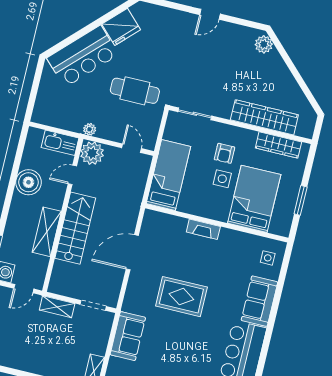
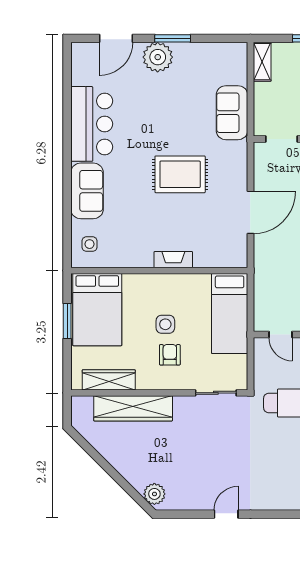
bed: (254, 199) -> (97, 310), moved

